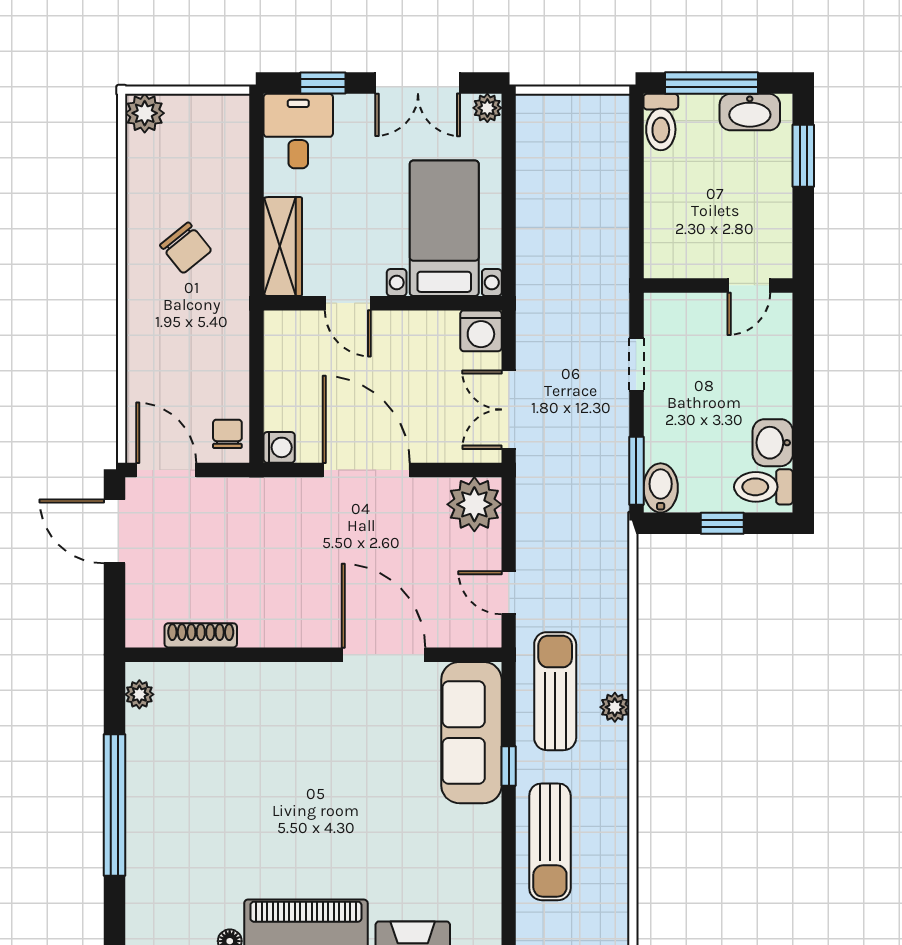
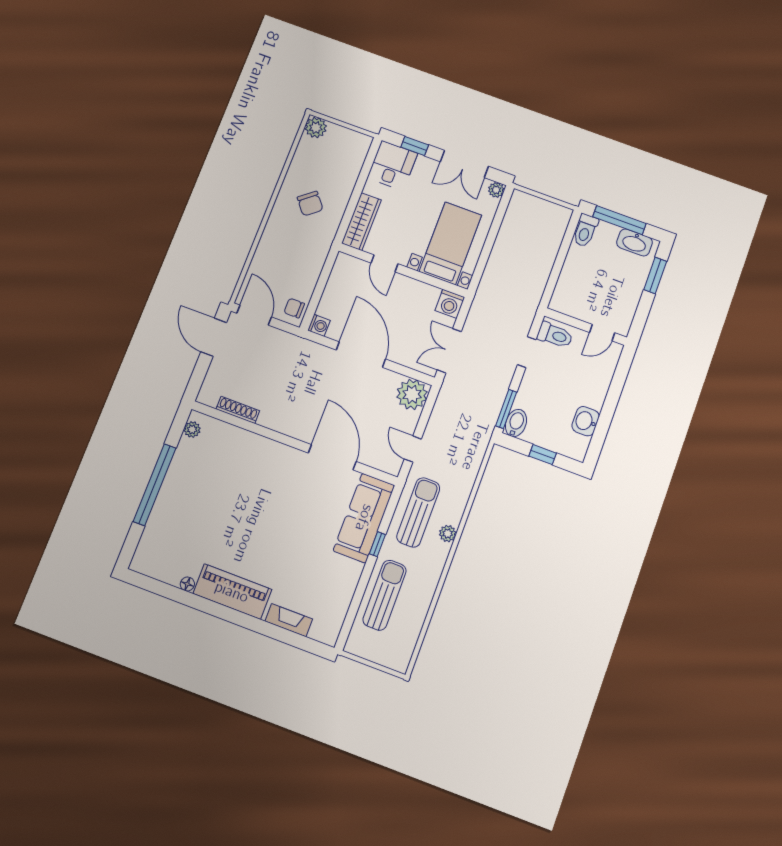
chair: (227, 434) -> (294, 308), turned -90
toilet: (763, 487) -> (555, 335), moved, turned 180
sun lounger: (550, 842) -> (385, 595), turned 180

